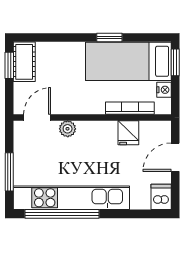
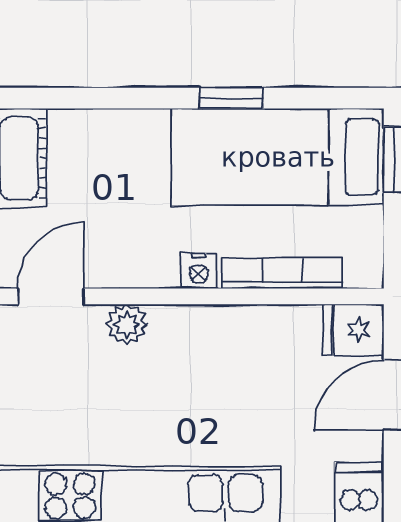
nightstand: (164, 90) -> (199, 271), moved, turned 90
fridge: (128, 133) -> (354, 330), moved, turned 90

